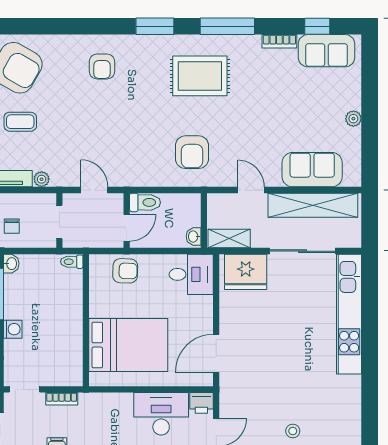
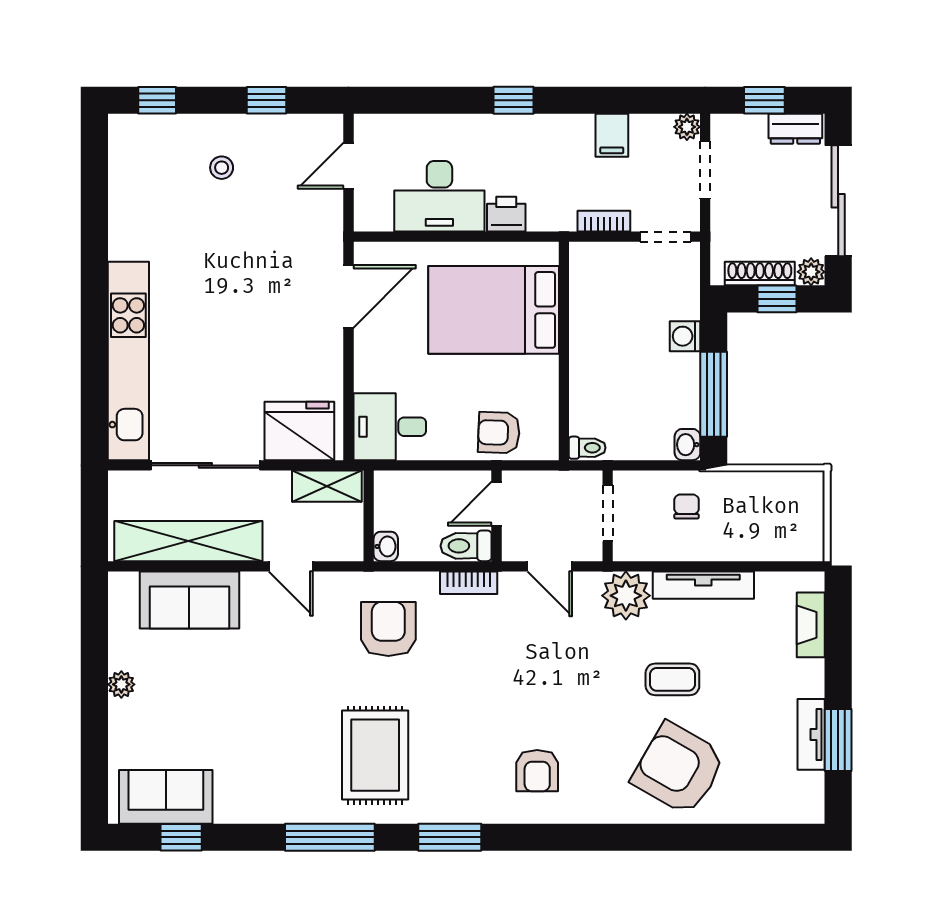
bookcase: (279, 41) -> (469, 583), moved, turned 180
armchair: (102, 66) -> (537, 771), turned 180
rug: (200, 76) -> (375, 755), turned 90
plant: (42, 179) -> (626, 596), width x1.88, depth x1.88
washbasin: (194, 236) -> (386, 546), moved
printer: (201, 403) -> (506, 214), moved

